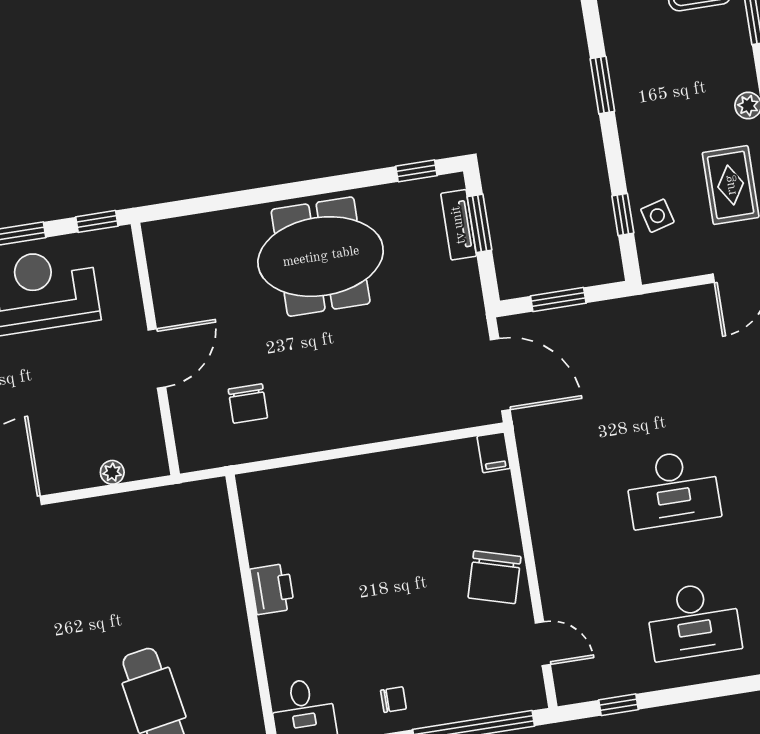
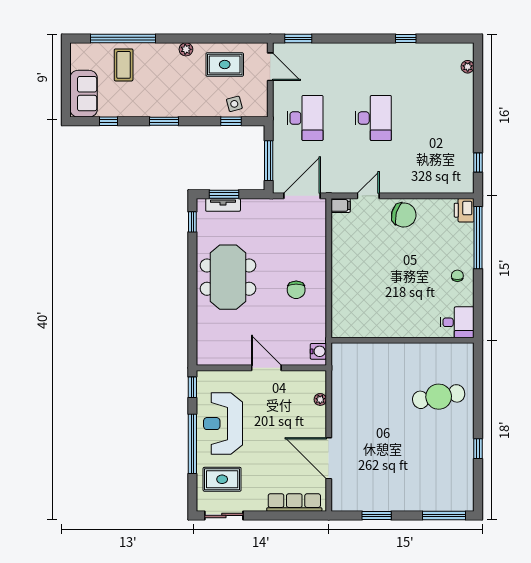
window: (558, 300) -> (269, 161), width x1.44
chair: (248, 403) -> (296, 290), moved, turned 90
water cooler: (205, 454) -> (318, 351), added
printer: (272, 589) -> (464, 210), moved, turned -90
desk: (694, 621) -> (305, 118), moved
door: (543, 644) -> (368, 196), moved

